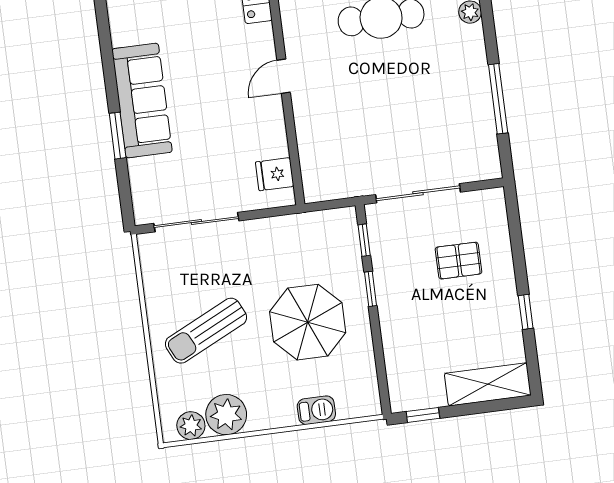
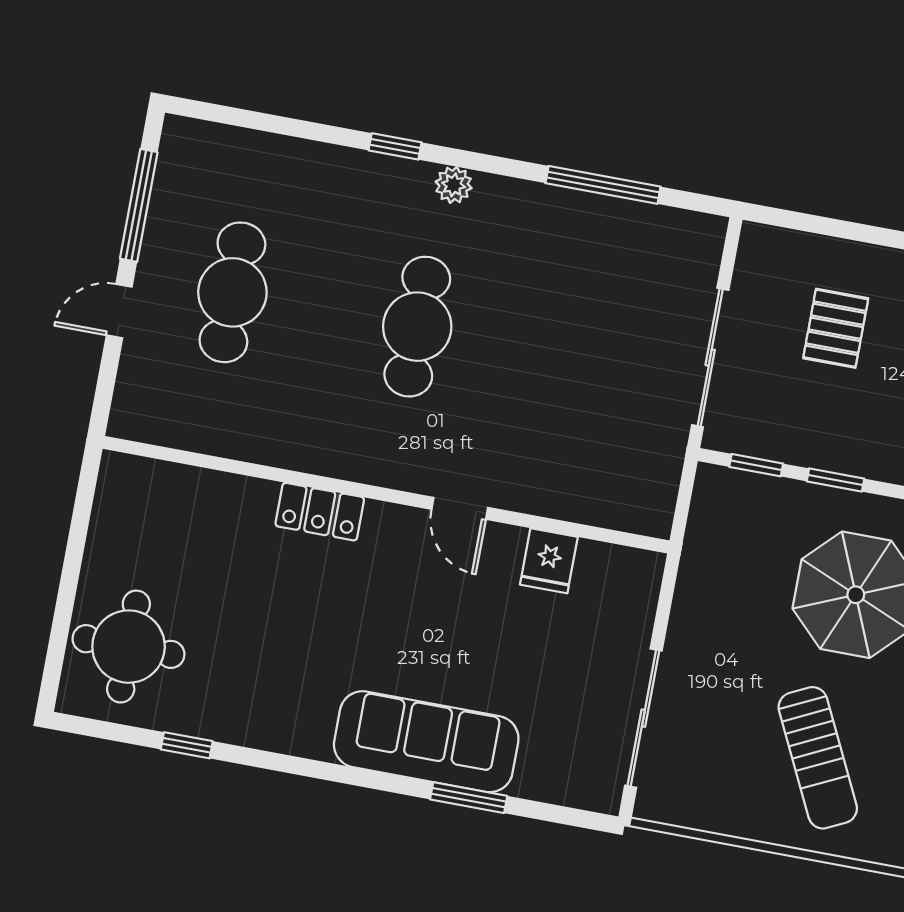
fridge: (275, 174) -> (549, 561), moved

